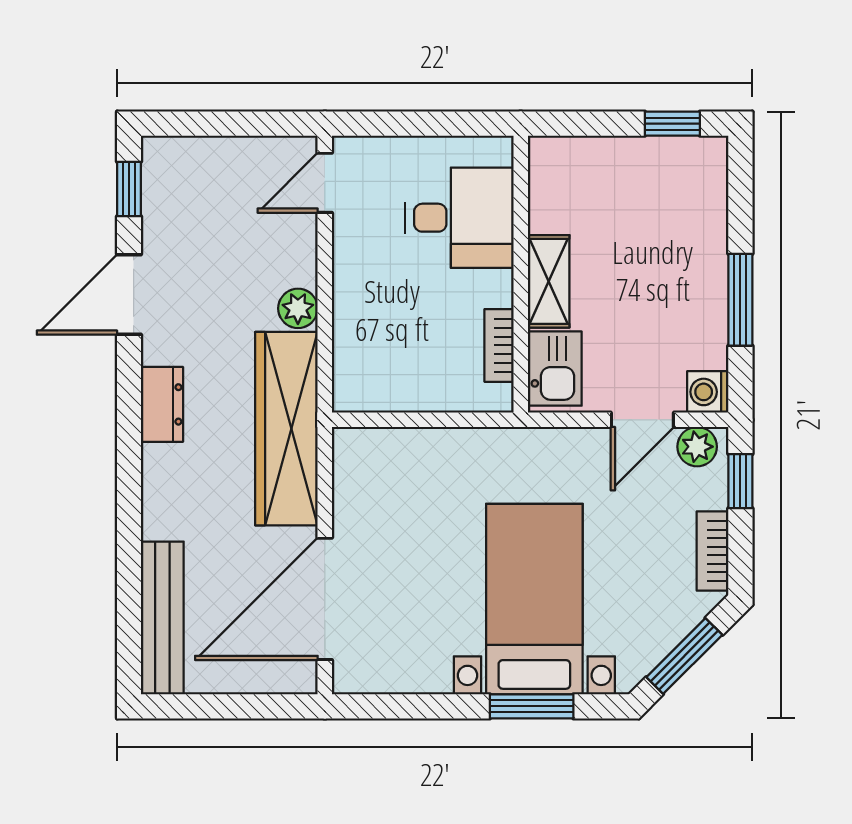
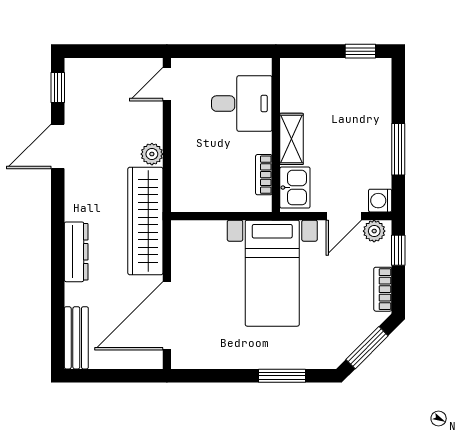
dresser: (162, 404) -> (76, 252), moved, width x1.44
bed with nightstands: (534, 599) -> (272, 273), moved, turned 180
bench: (162, 618) -> (76, 338), width x0.73

